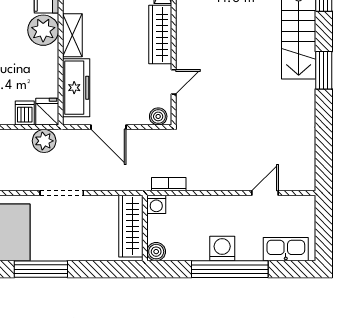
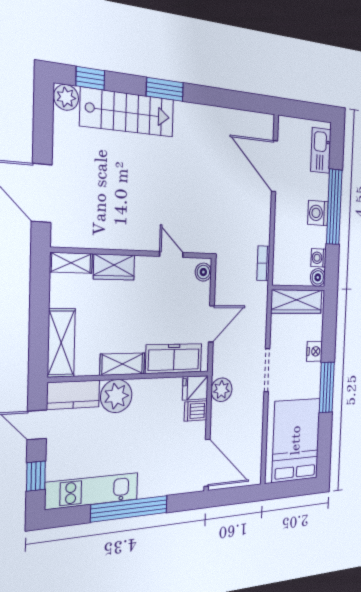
wardrobe: (160, 35) -> (114, 267), width x0.67
door: (265, 193) -> (274, 166), width x1.88
washing machine: (156, 204) -> (318, 258), moved, turned 180
nightstand: (79, 251) -> (315, 351), added

